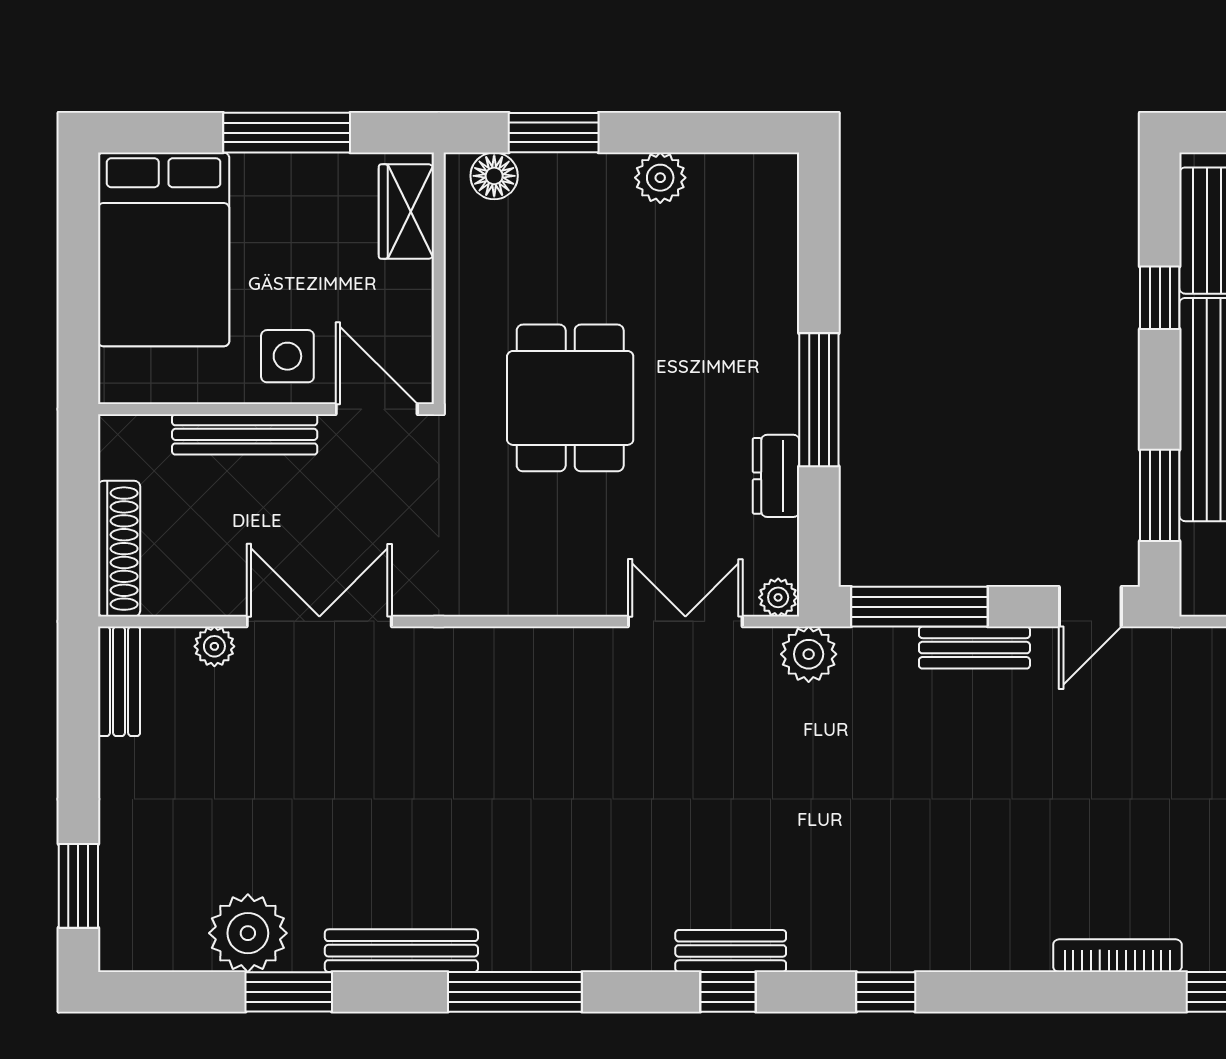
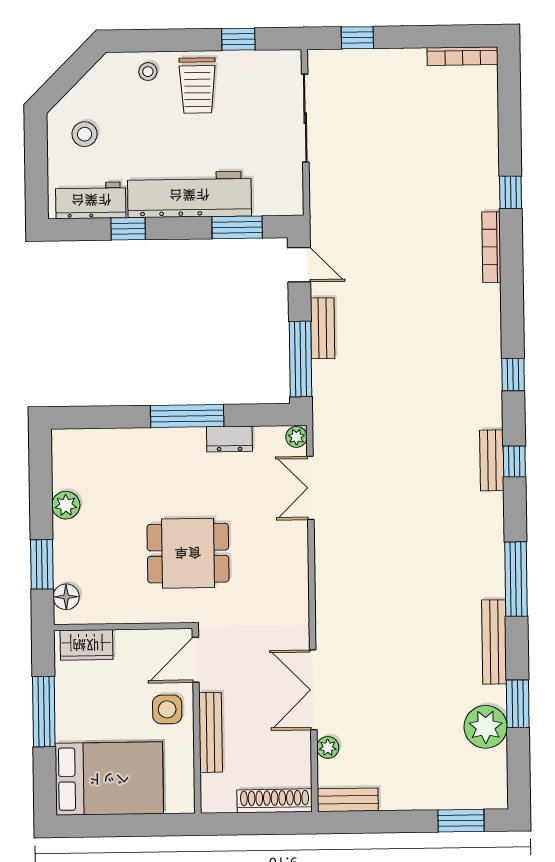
plant: (809, 654) -> (328, 420), removed

